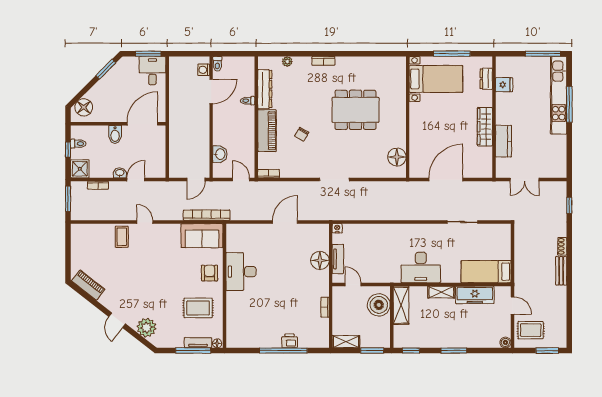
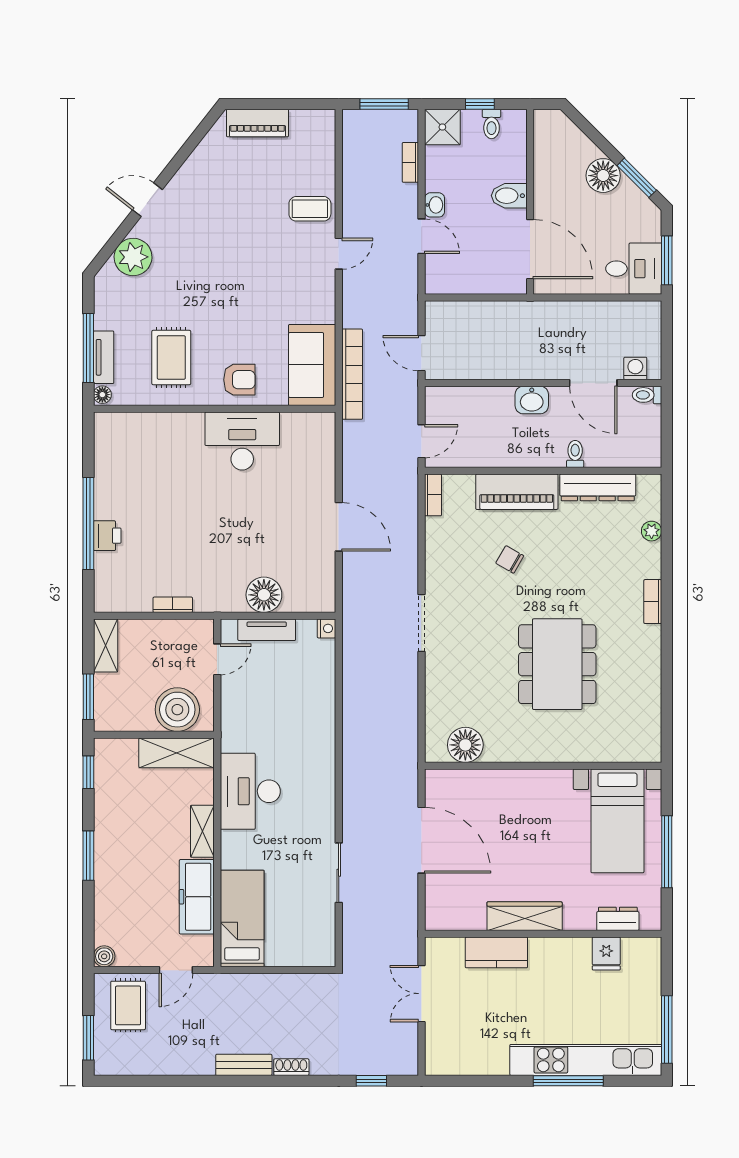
floor lamp: (84, 107) -> (603, 176), moved
washbasin: (220, 154) -> (532, 400), moved
piano: (88, 285) -> (257, 123), moved, turned 52

